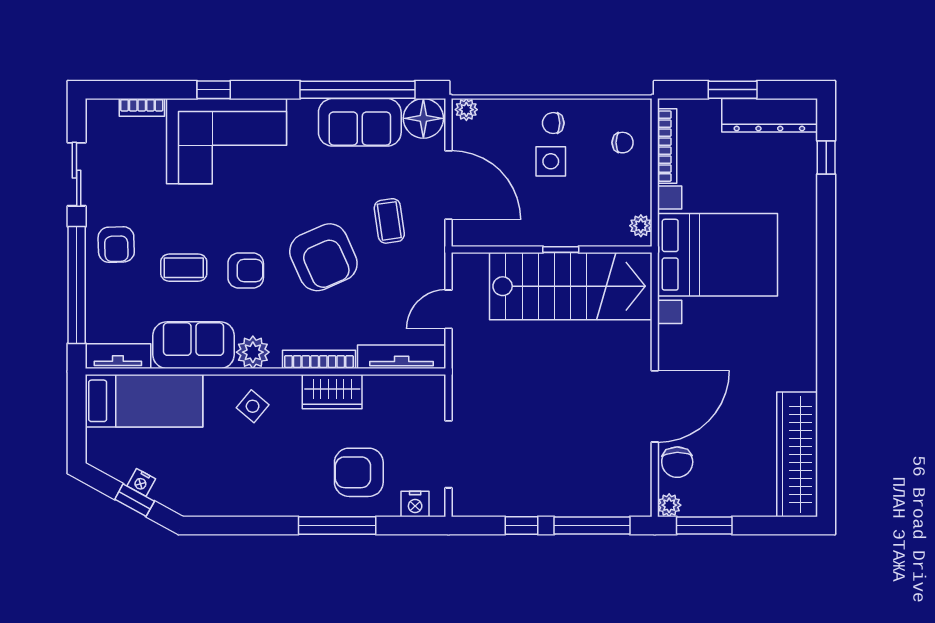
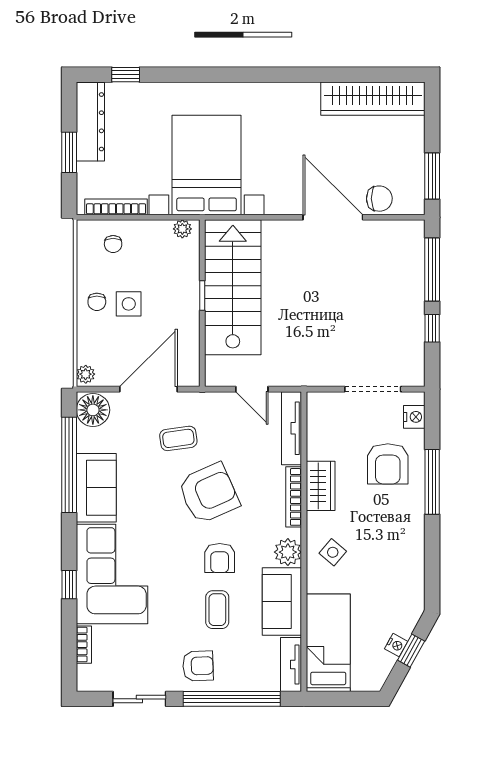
sofa: (360, 122) -> (96, 488), moved
chair: (623, 143) -> (113, 244), turned 180
armchair: (246, 270) -> (220, 558), turned 180
plant: (669, 505) -> (415, 205), removed

